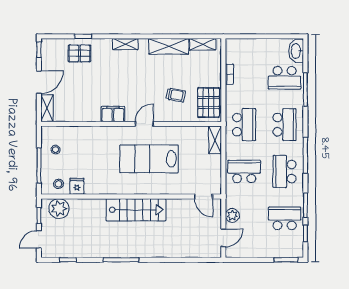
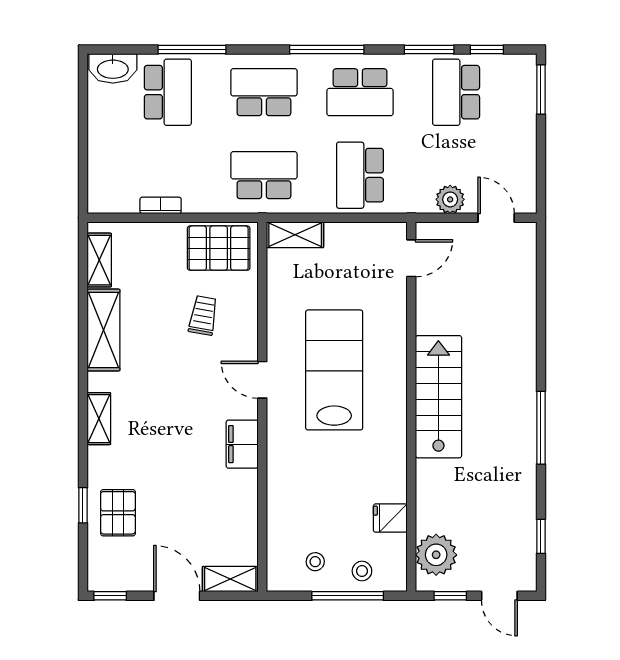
lab bench: (149, 159) -> (334, 370), turned 180
stool: (58, 184) -> (362, 571), moved

